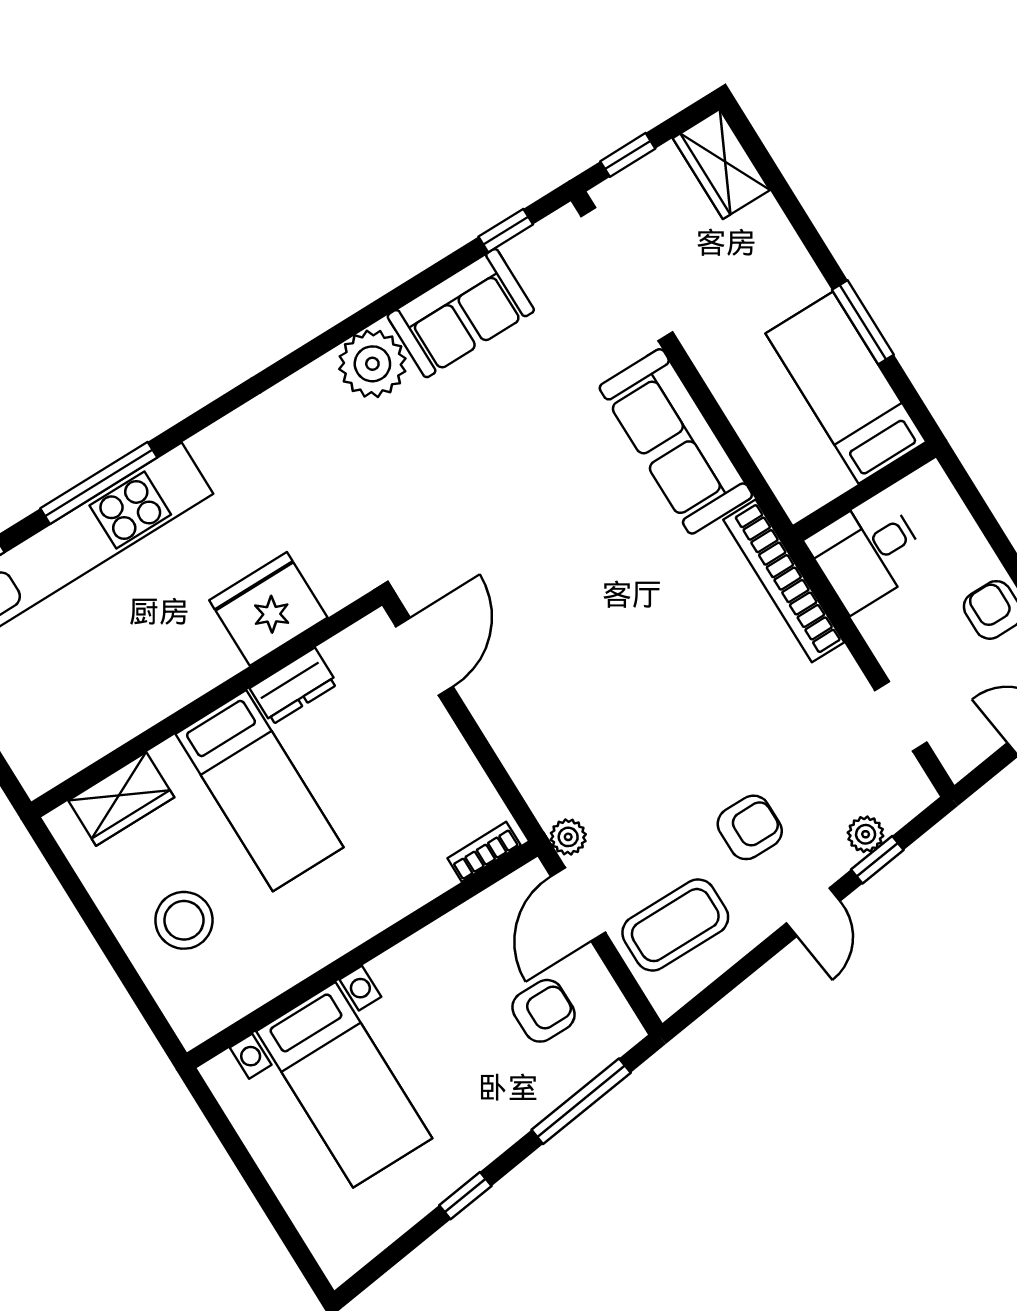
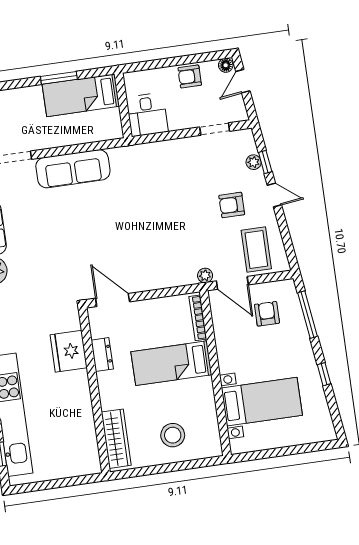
bookcase: (784, 581) -> (144, 151), removed
bed: (260, 791) -> (171, 363), moved, turned 180
wardrobe: (121, 799) -> (116, 439), width x1.50
armchair: (750, 827) -> (232, 205), turned -90
bookcase: (484, 852) -> (198, 318), width x1.56

